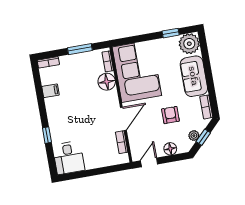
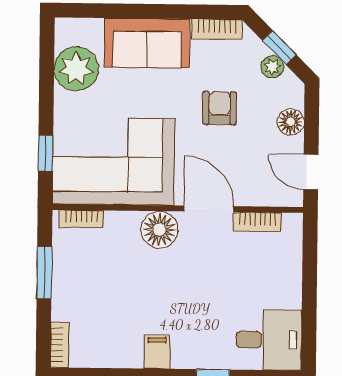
window: (171, 33) -> (46, 153), moved
plant: (189, 44) -> (76, 69), moved
floor lamp: (107, 82) -> (159, 230), moved
filing cabinet: (50, 91) -> (157, 352), moved
armchair: (170, 115) -> (220, 108), turned 90

